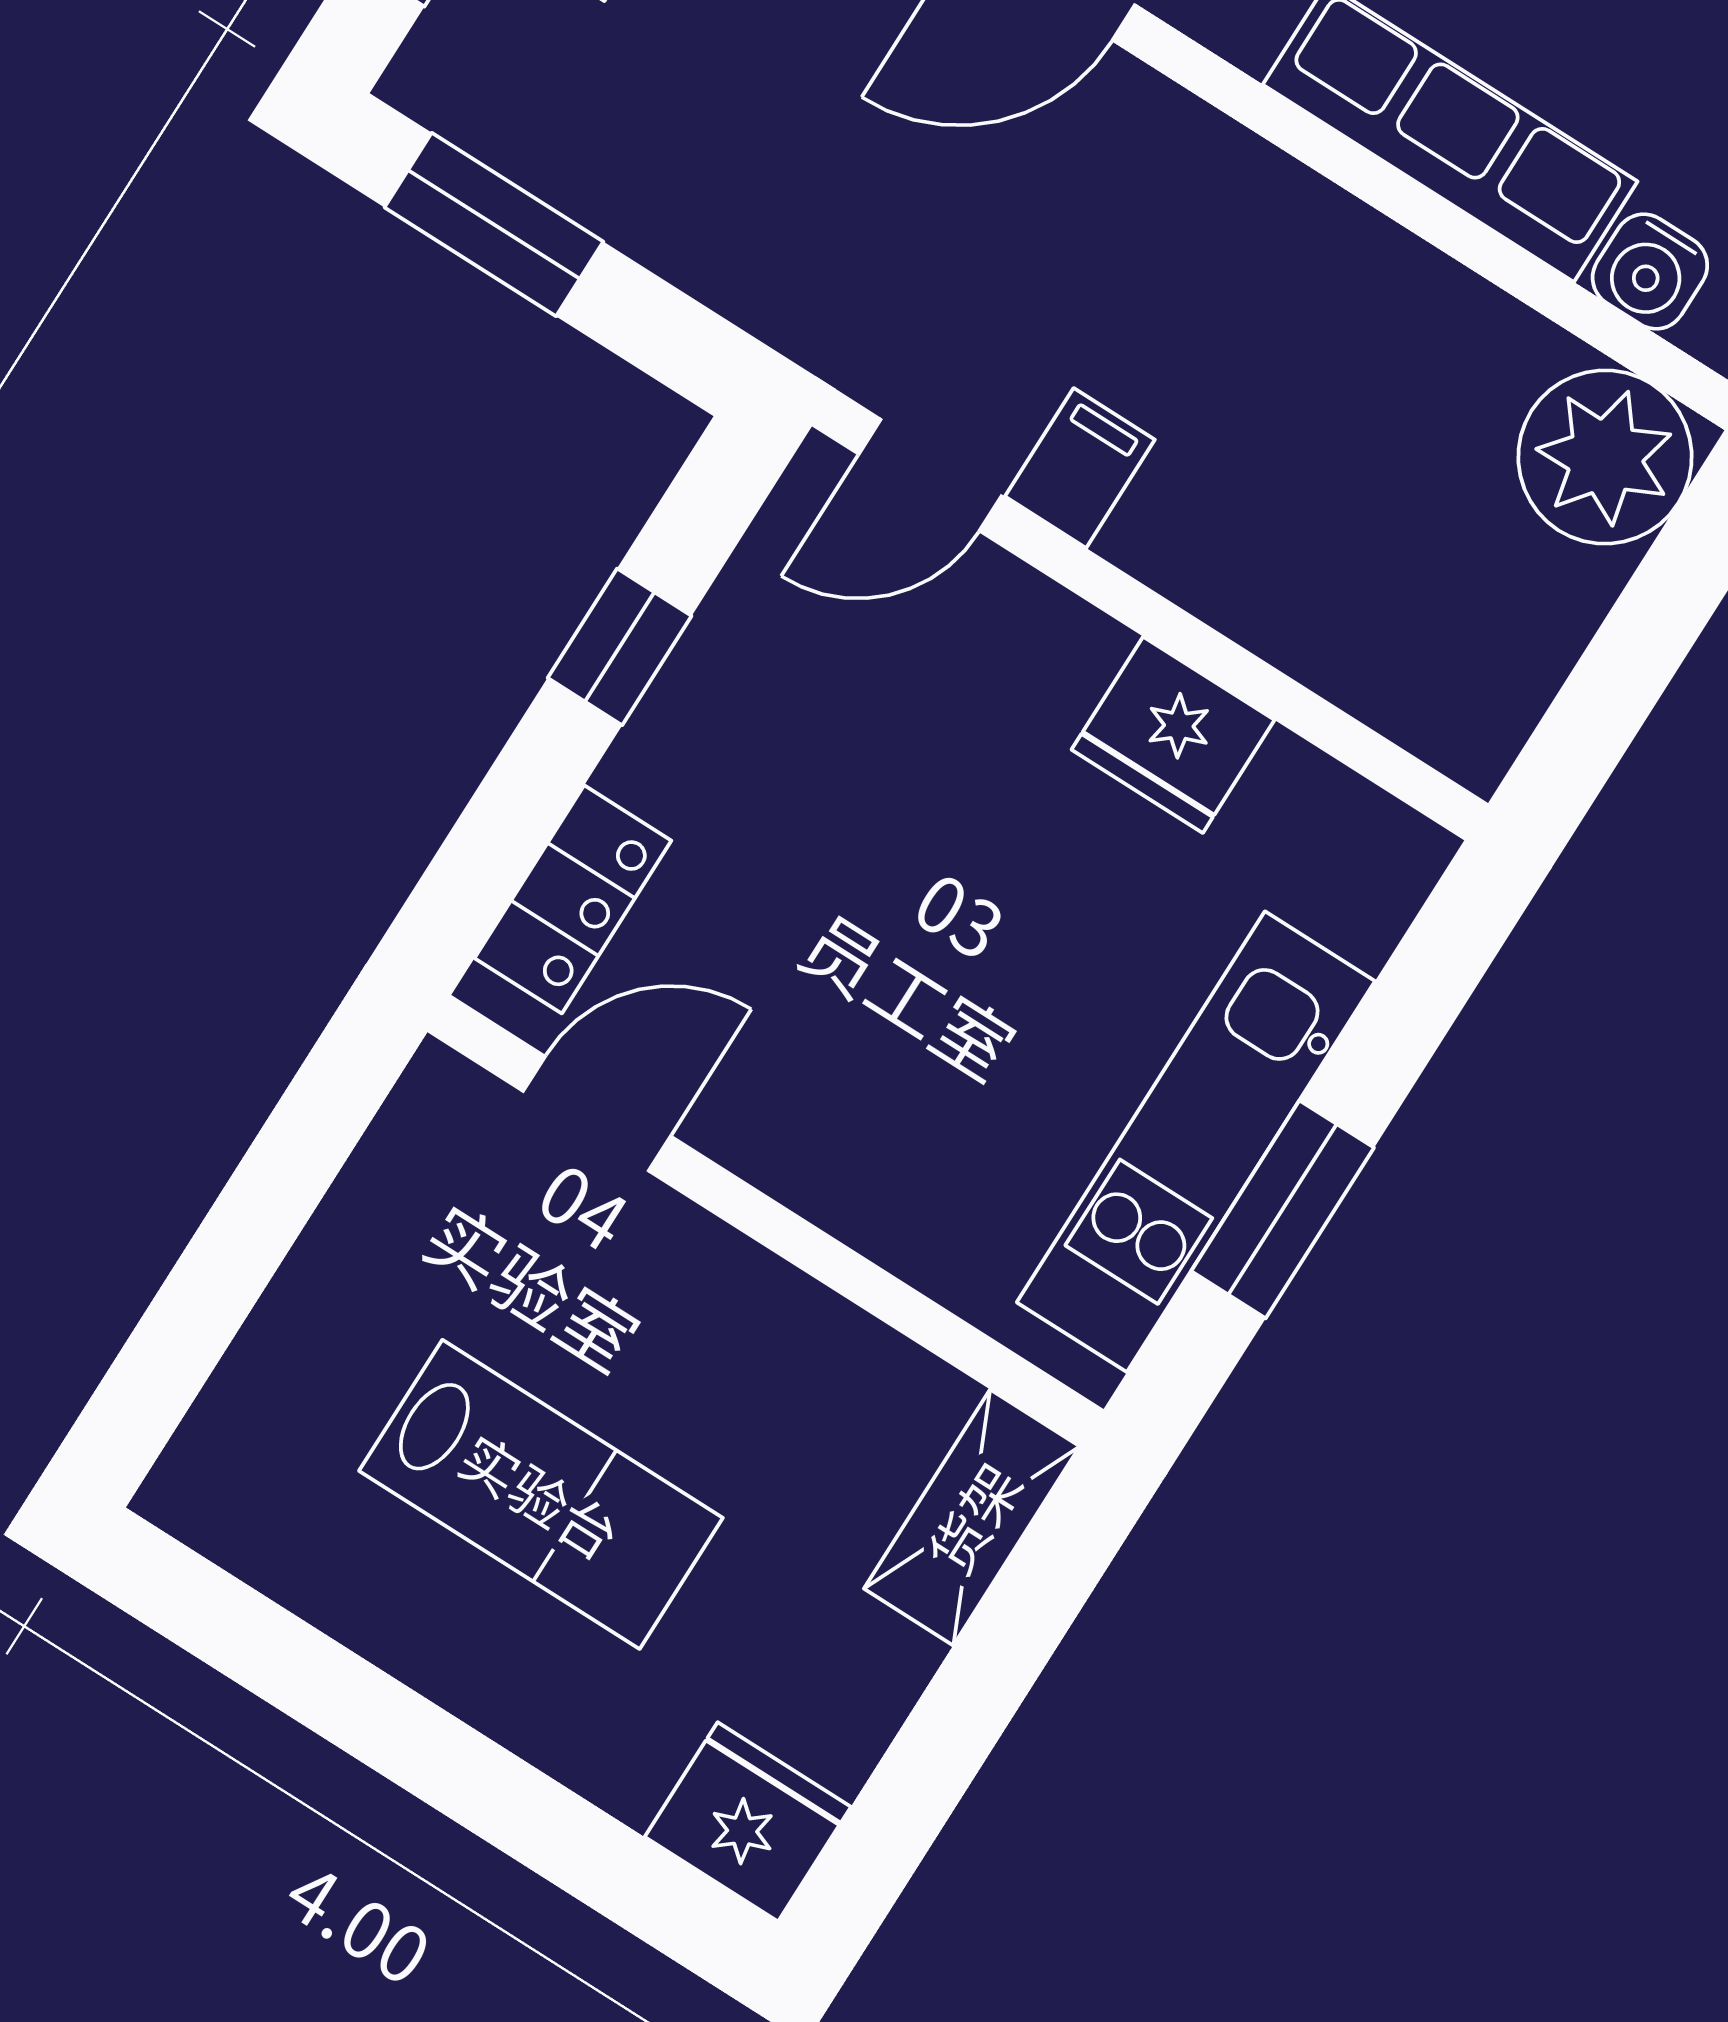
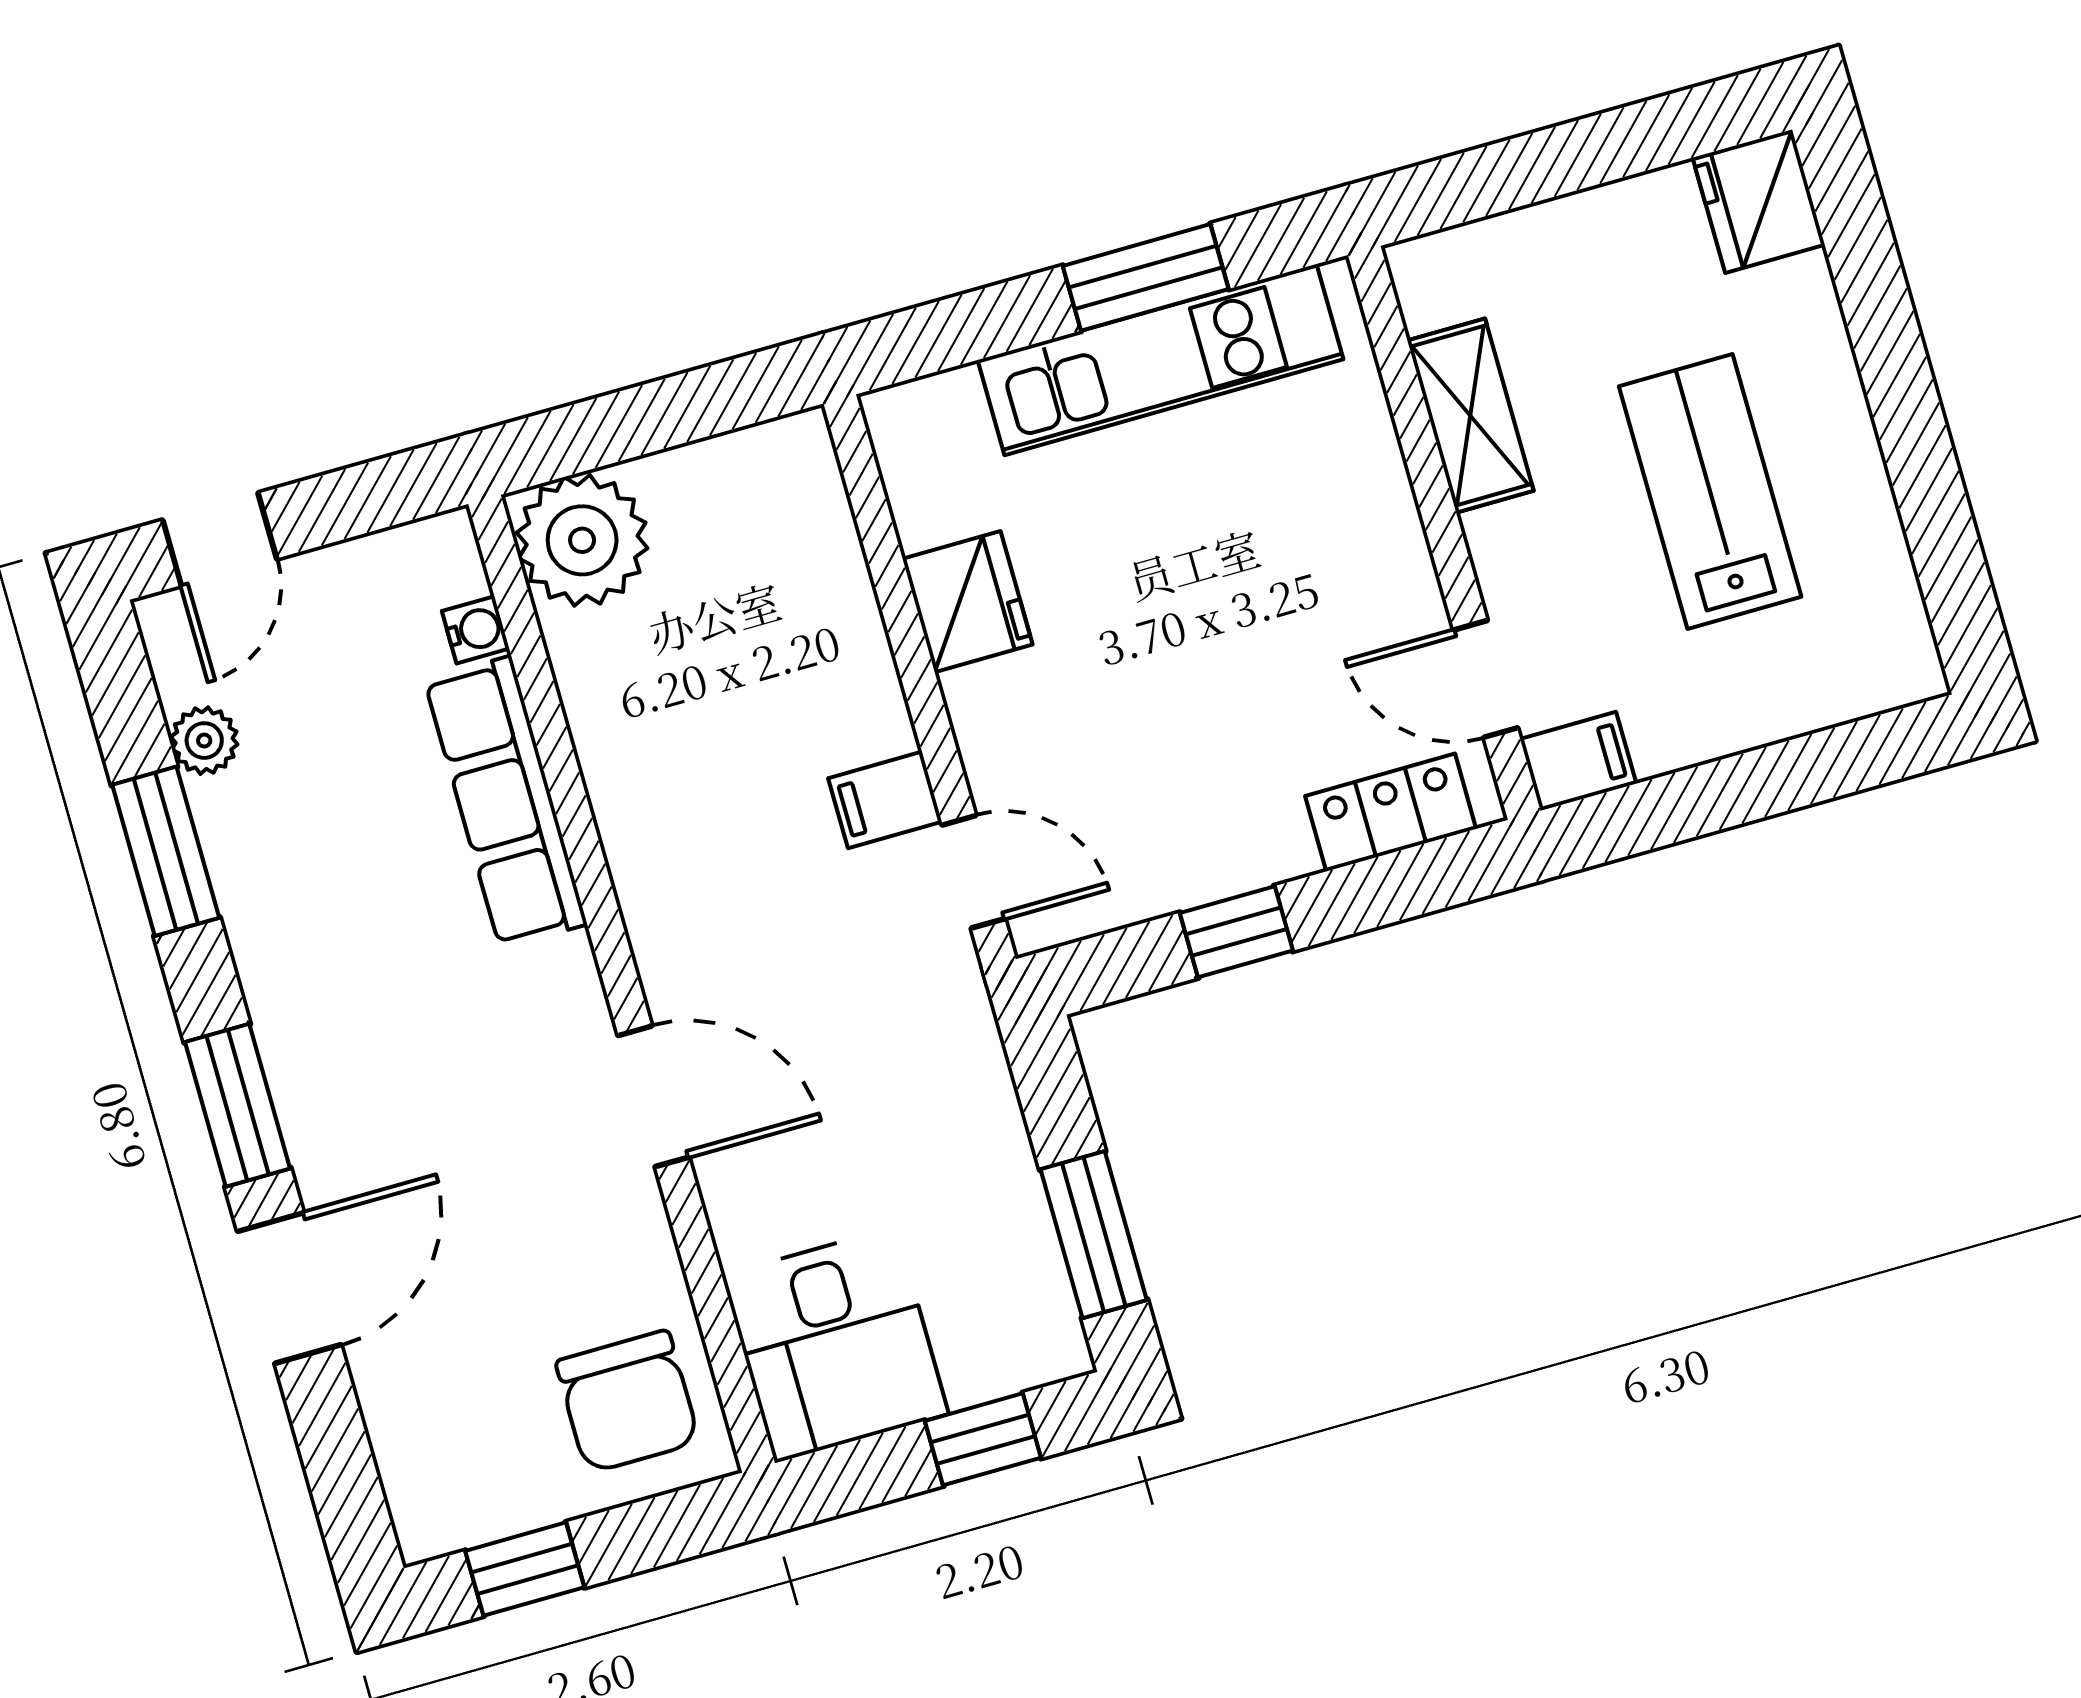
water cooler: (1650, 272) -> (476, 630), width x0.72, depth x0.72
filing cabinet: (434, 1114) -> (1578, 761), added
shelving: (972, 1517) -> (1470, 416), moved, turned 90

